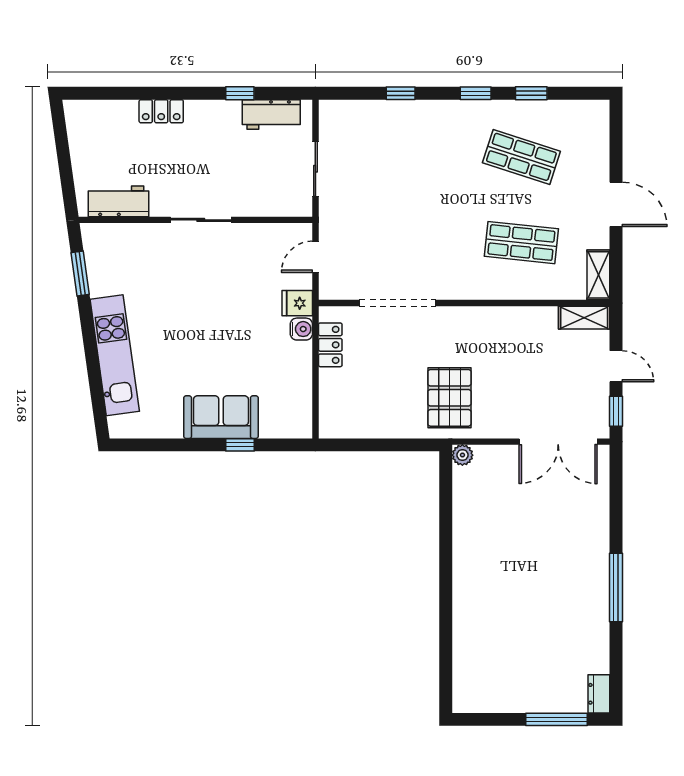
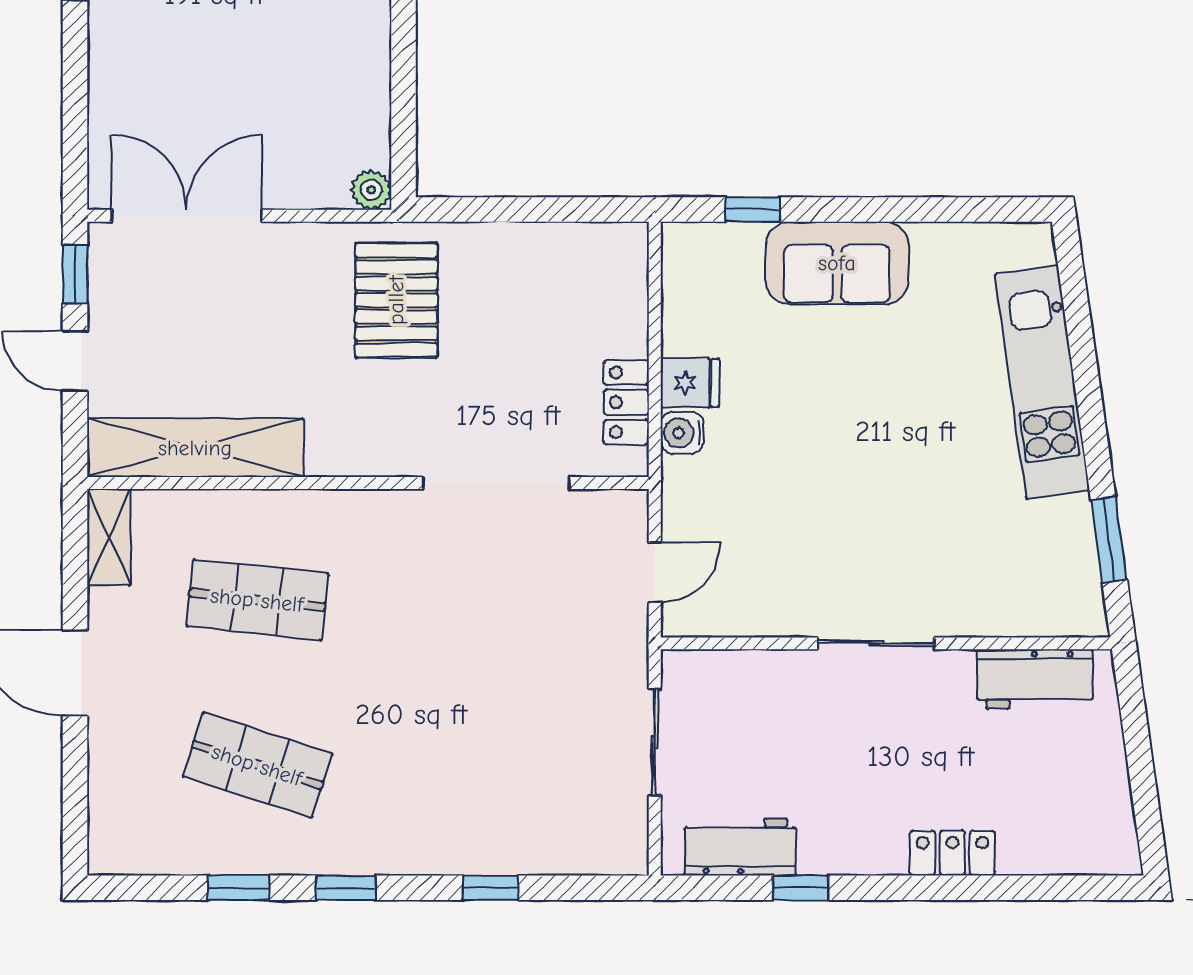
fridge: (297, 303) -> (690, 383), moved
shelving: (584, 318) -> (195, 448), width x2.20, depth x1.33
window: (240, 445) -> (753, 209), moved

